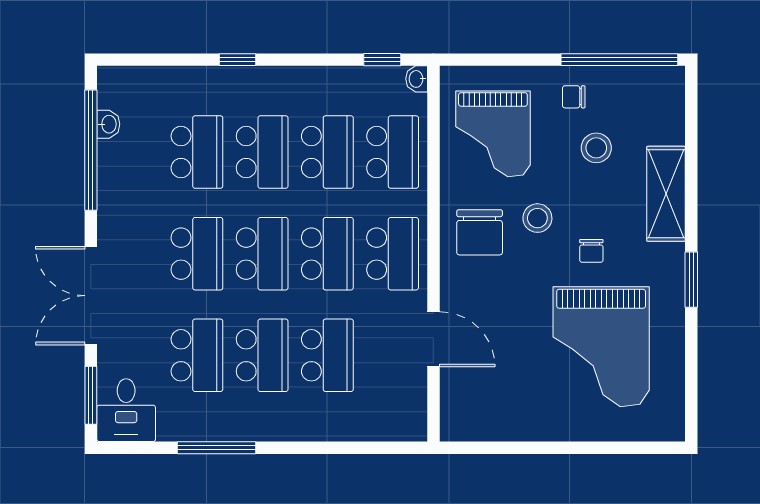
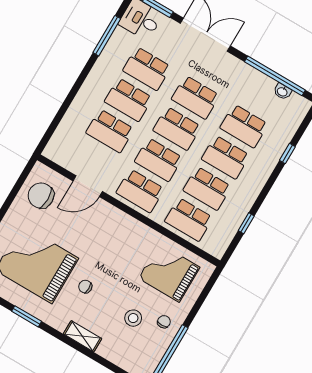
window: (237, 60) -> (287, 154), moved
window: (382, 60) -> (246, 223), moved
washbasin: (417, 79) -> (217, 252), removed
shelving: (666, 194) -> (83, 336), width x0.67, depth x0.75
stool: (537, 218) -> (116, 270), removed
chair: (480, 232) -> (41, 196), moved
window: (691, 280) -> (27, 316), moved
window: (217, 448) -> (107, 36), moved

